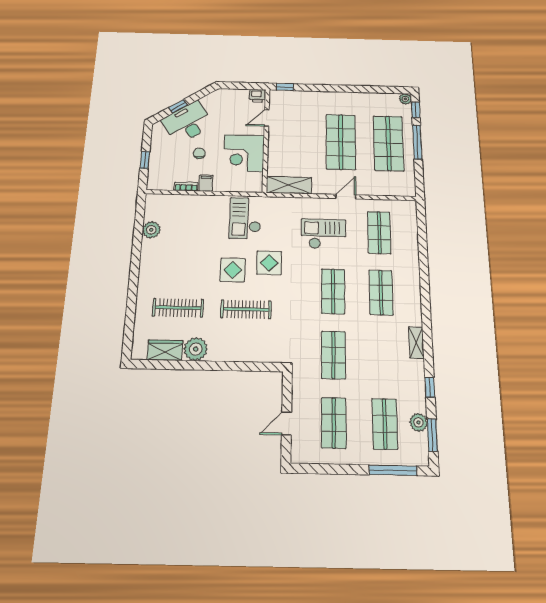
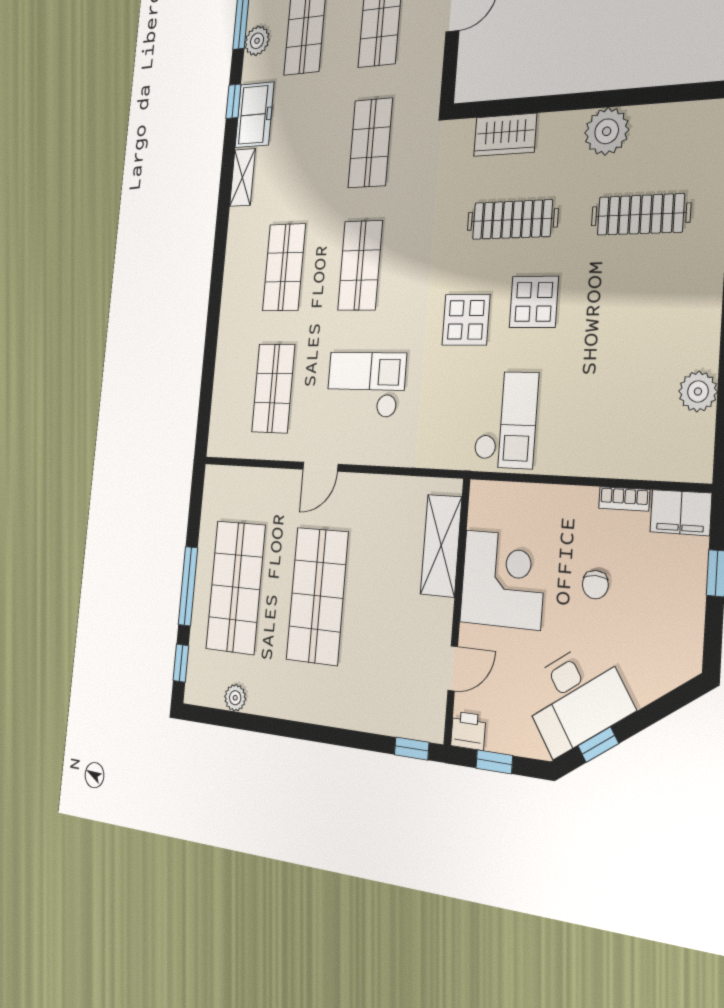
window: (245, 86) -> (494, 762), added
plant: (405, 99) -> (235, 698), moved
window: (178, 106) -> (598, 745), moved
desk: (188, 123) -> (576, 697), moved
filing cabinet: (206, 183) -> (681, 513), moved, width x2.00
shelving: (289, 185) -> (441, 545), moved, turned 90
checkout: (324, 234) -> (366, 385), turned 180
wardrobe: (165, 350) -> (505, 135), moved
freezer: (413, 378) -> (254, 115), added

